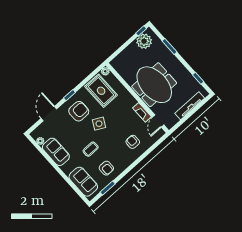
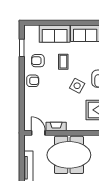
armchair: (133, 142) -> (33, 81), moved
sofa: (83, 182) -> (55, 34), moved

